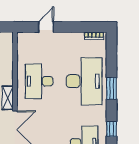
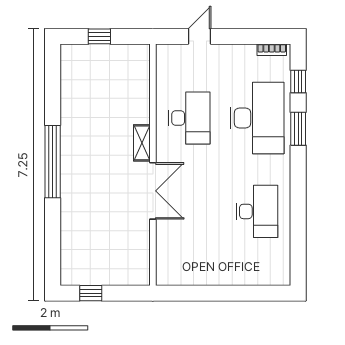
desk: (39, 81) -> (189, 118), turned 180
window: (111, 129) -> (298, 82), moved

